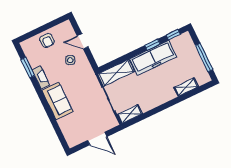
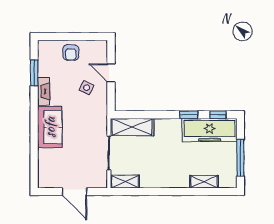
freezer: (153, 58) -> (209, 130), moved

